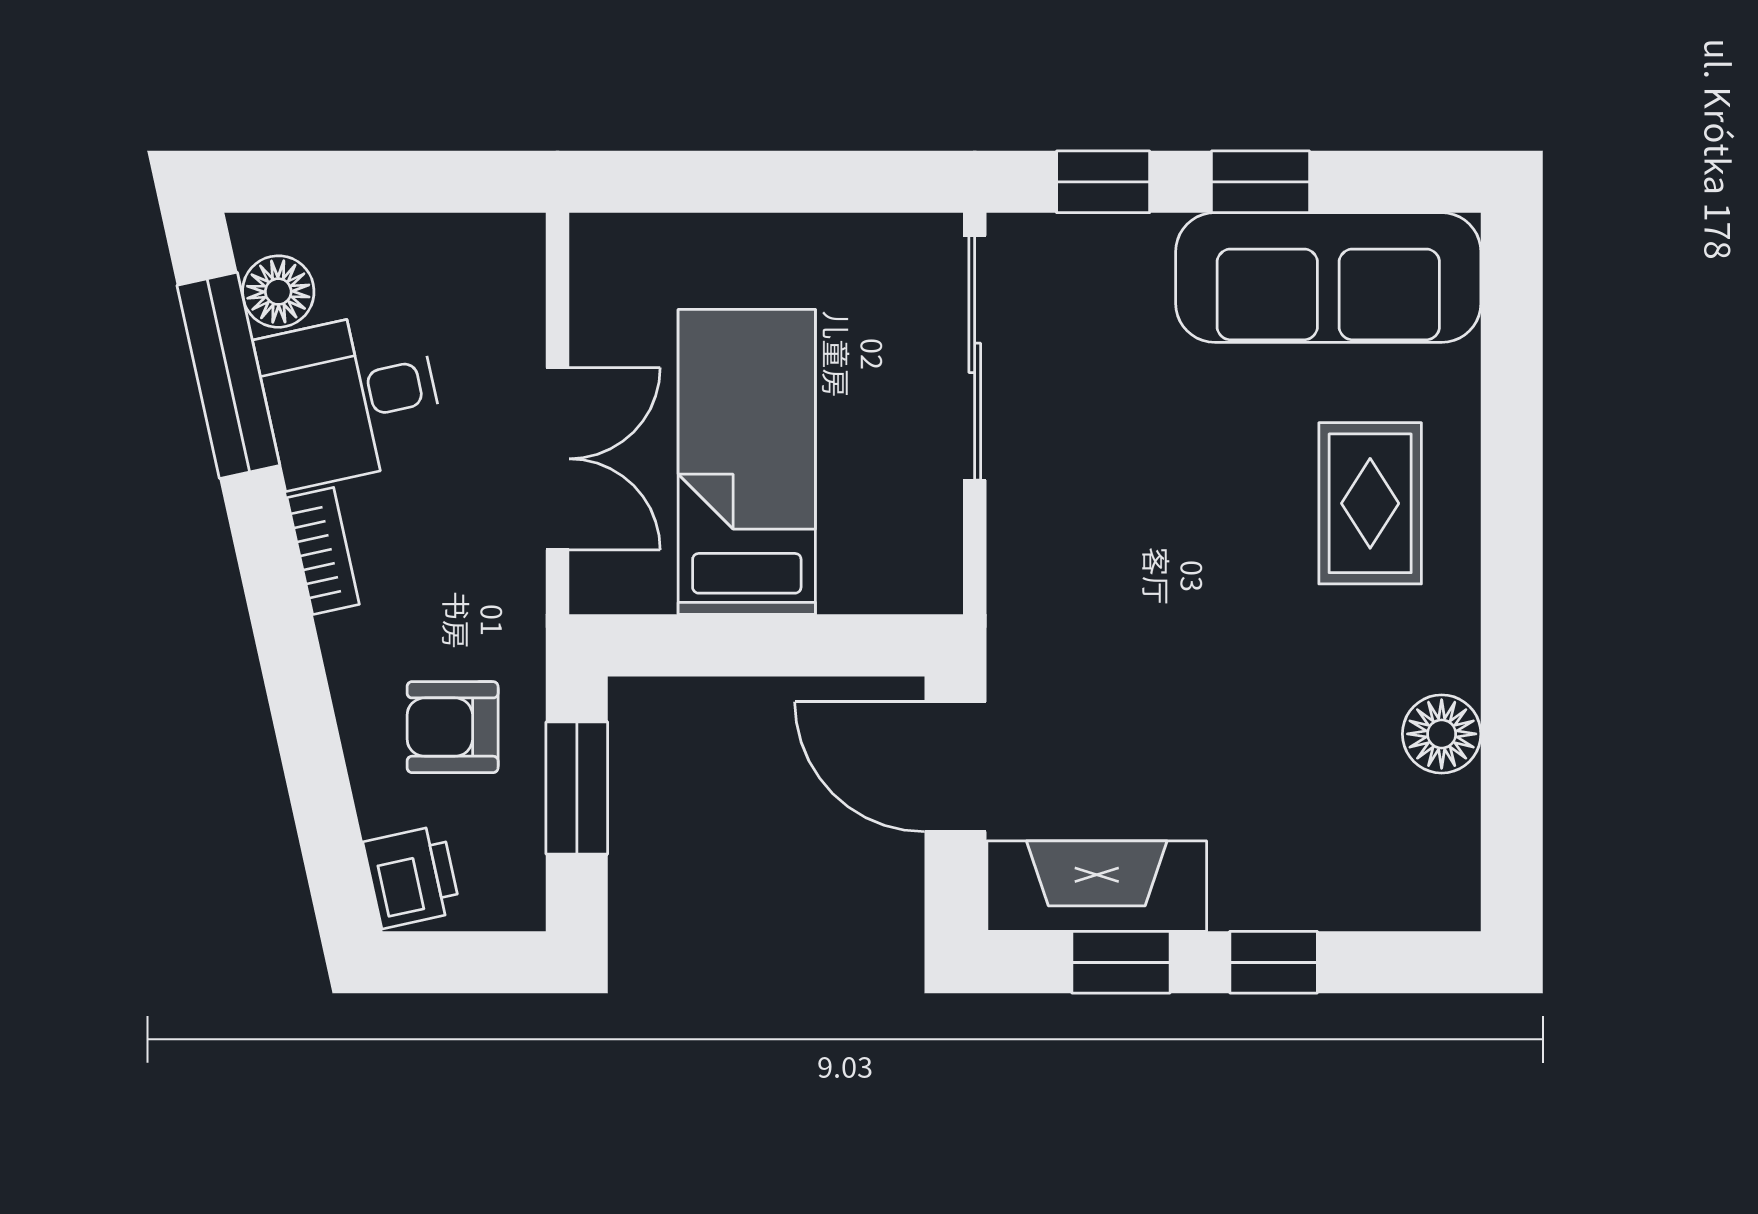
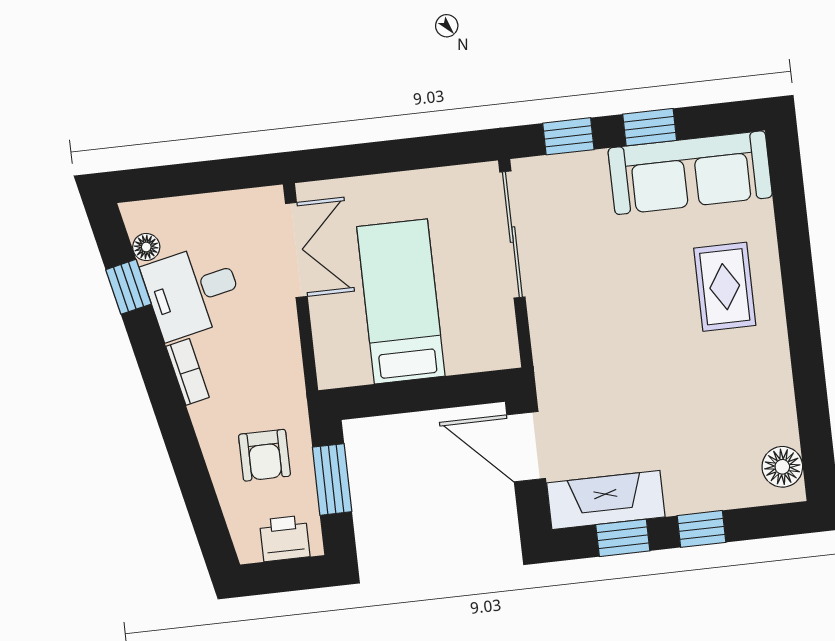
floor lamp: (278, 292) -> (146, 247), width x0.73, depth x0.73
window: (228, 375) -> (128, 287), width x0.46
double door: (558, 459) -> (296, 250), moved
armchair: (453, 727) -> (264, 455), turned -90
floor lamp: (1442, 734) -> (782, 467), moved
printer: (412, 877) -> (285, 538), moved, turned -78

